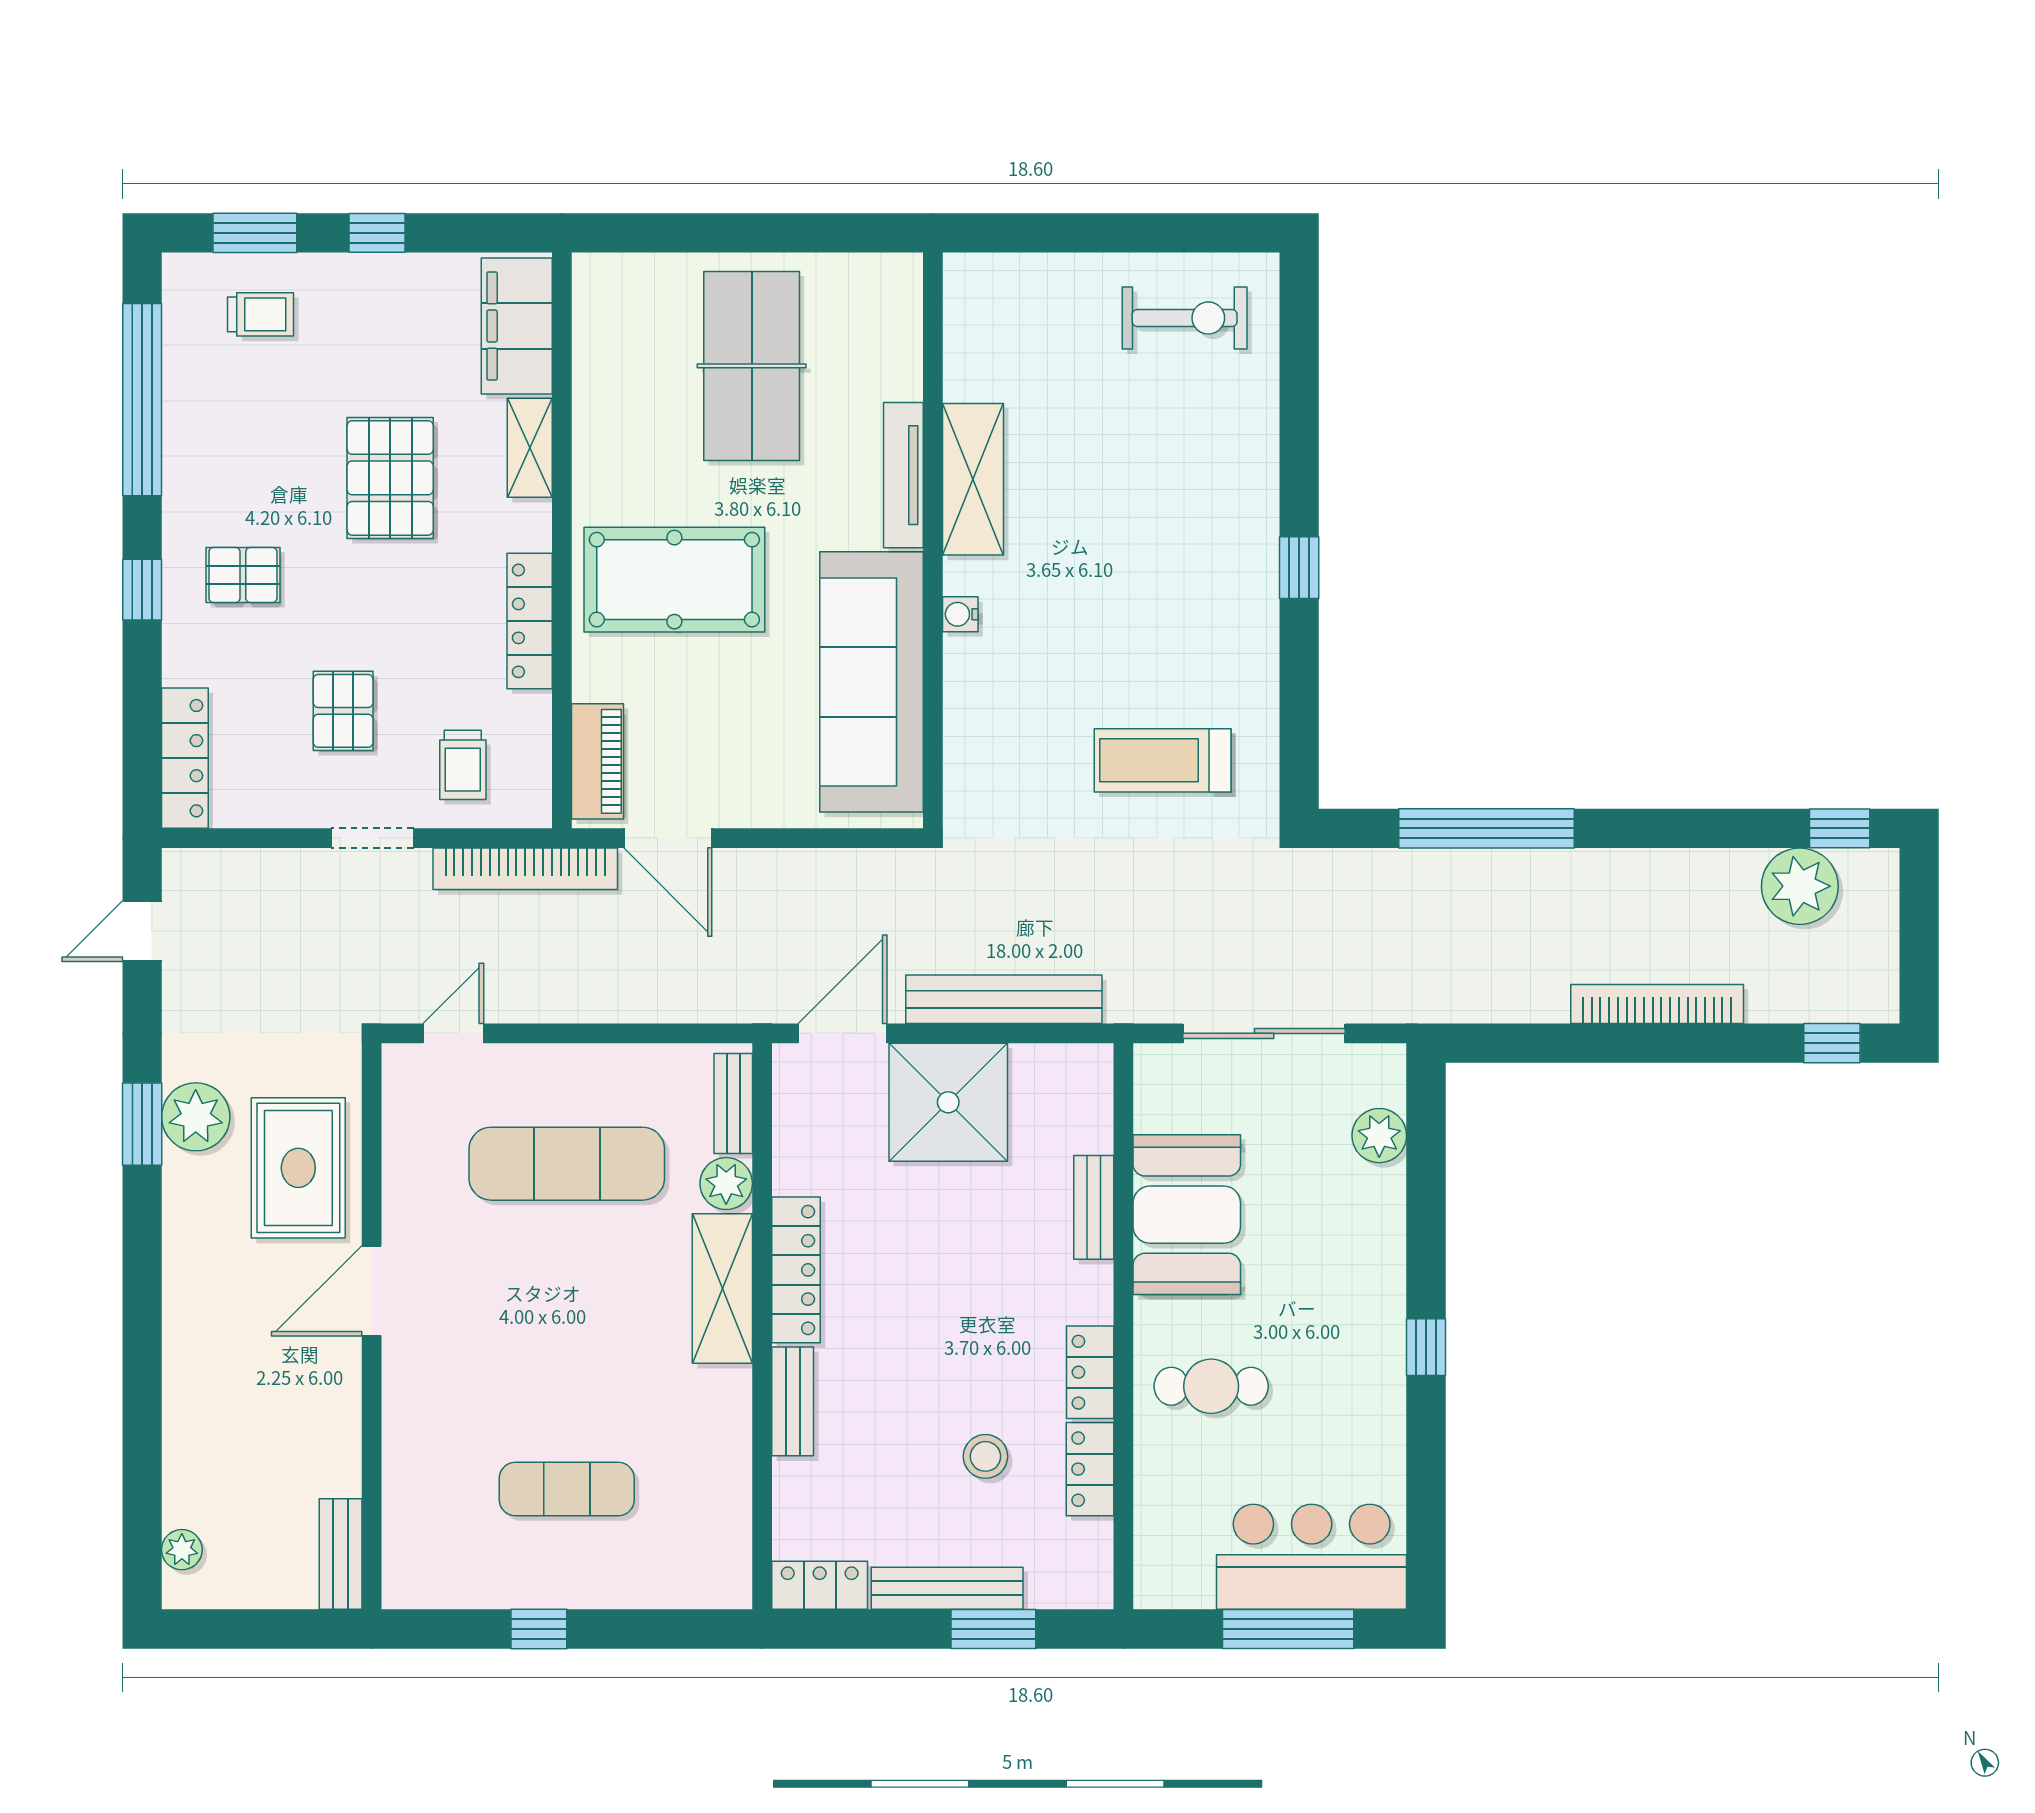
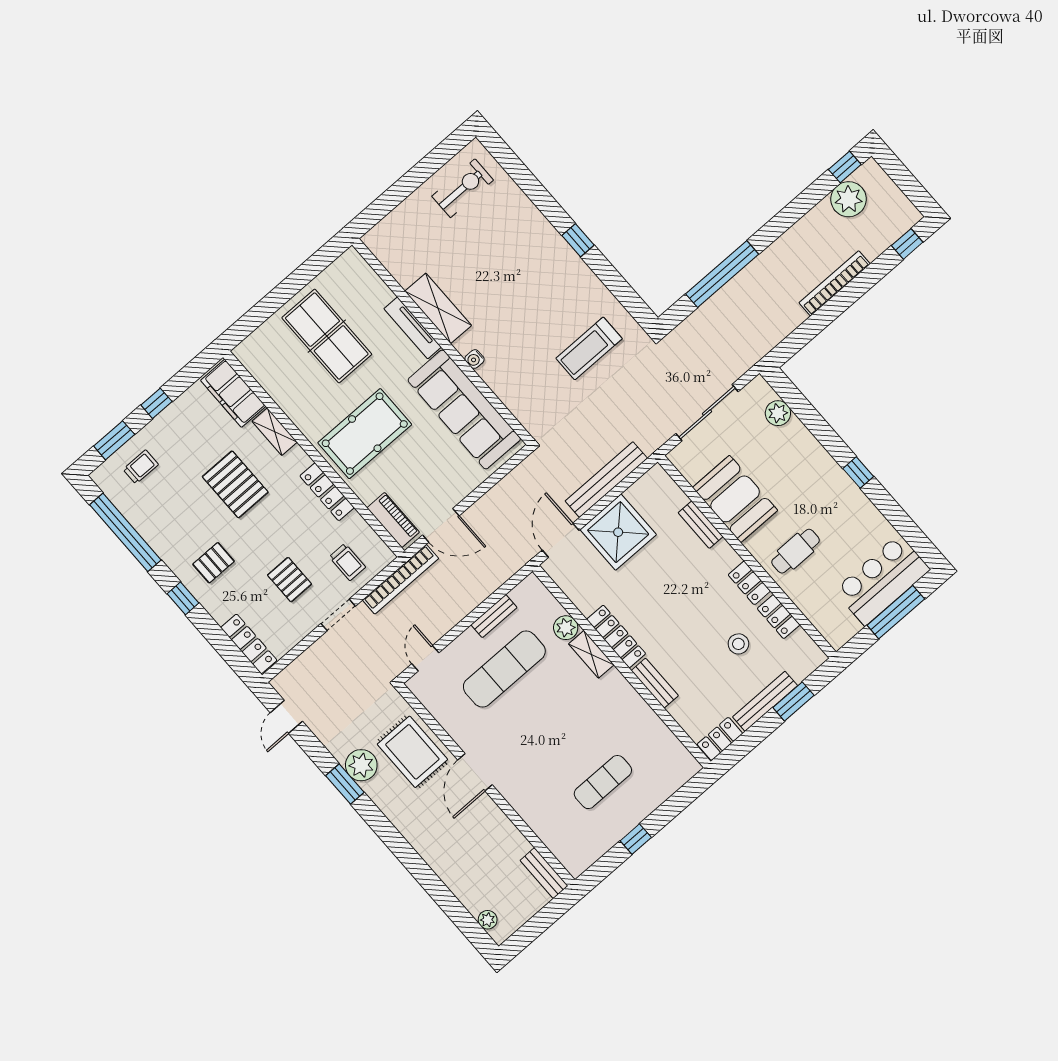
bench: (733, 1103) -> (494, 616), moved, turned 90
shelving: (722, 1288) -> (591, 654), width x0.67, depth x0.75

